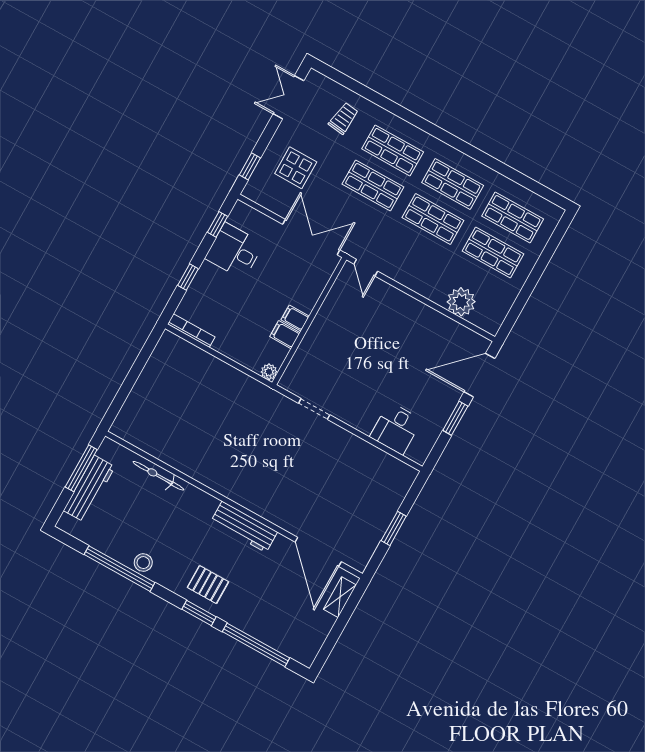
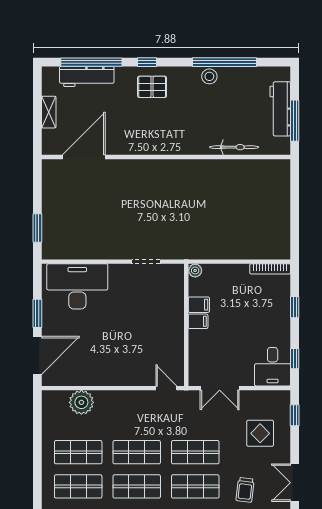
double door: (289, 97) -> (295, 483), swing flipped
double door: (311, 237) -> (220, 388), width x0.73
desk: (234, 251) -> (273, 367), moved, turned 90
desk: (396, 428) -> (77, 286), width x1.87, depth x1.30
workbench: (244, 527) -> (87, 76), moved, turned 180
window: (394, 528) -> (37, 228), moved
door: (318, 552) -> (84, 157), hinge flipped
shelving: (340, 597) -> (49, 112), moved
window: (199, 613) -> (147, 62), width x0.67

